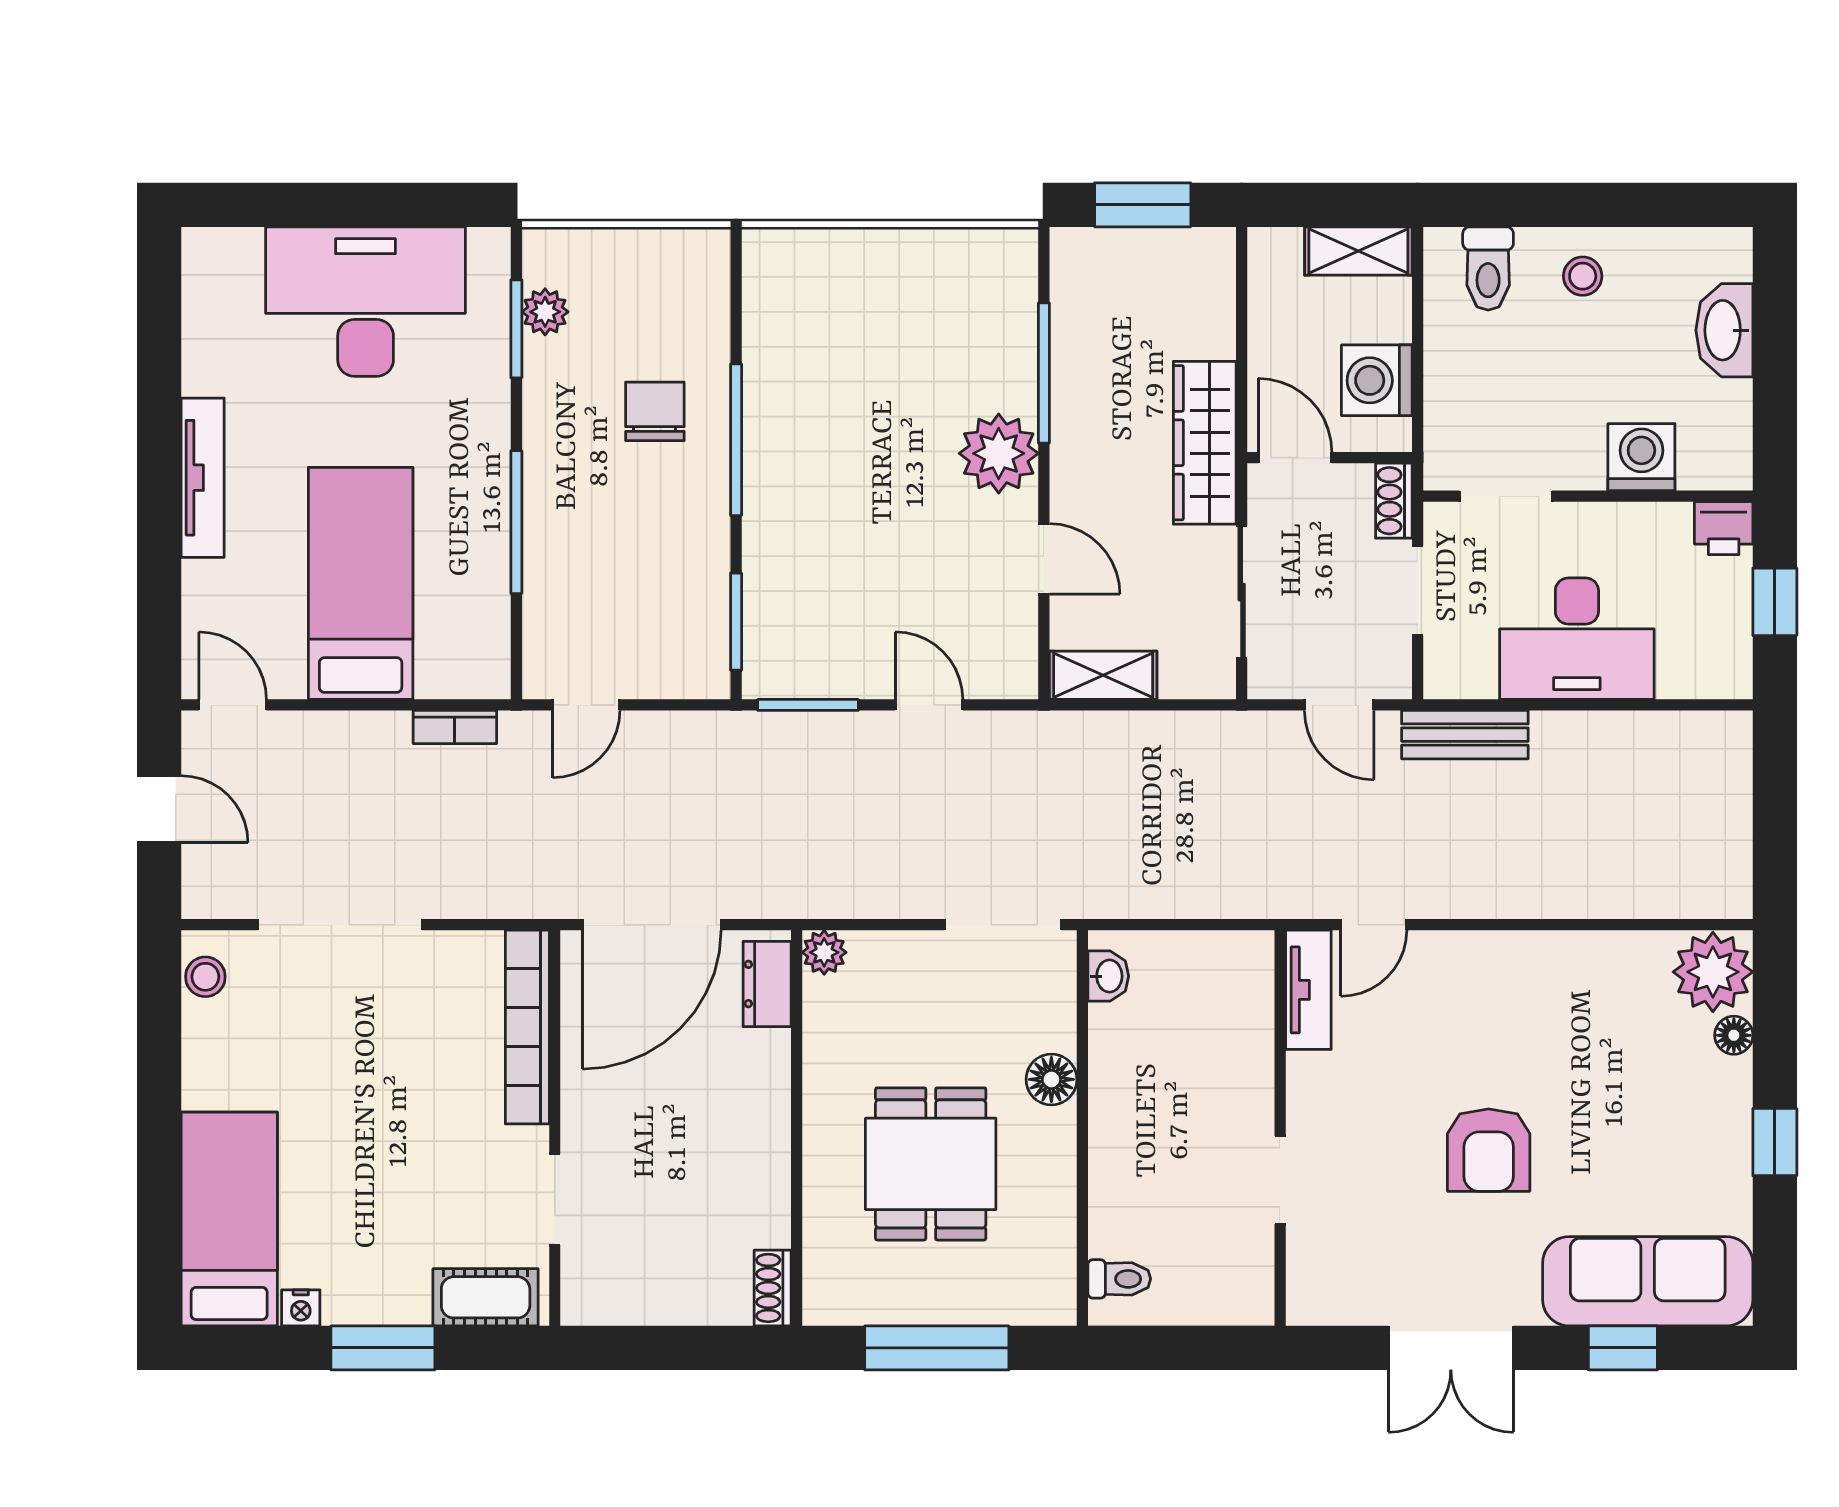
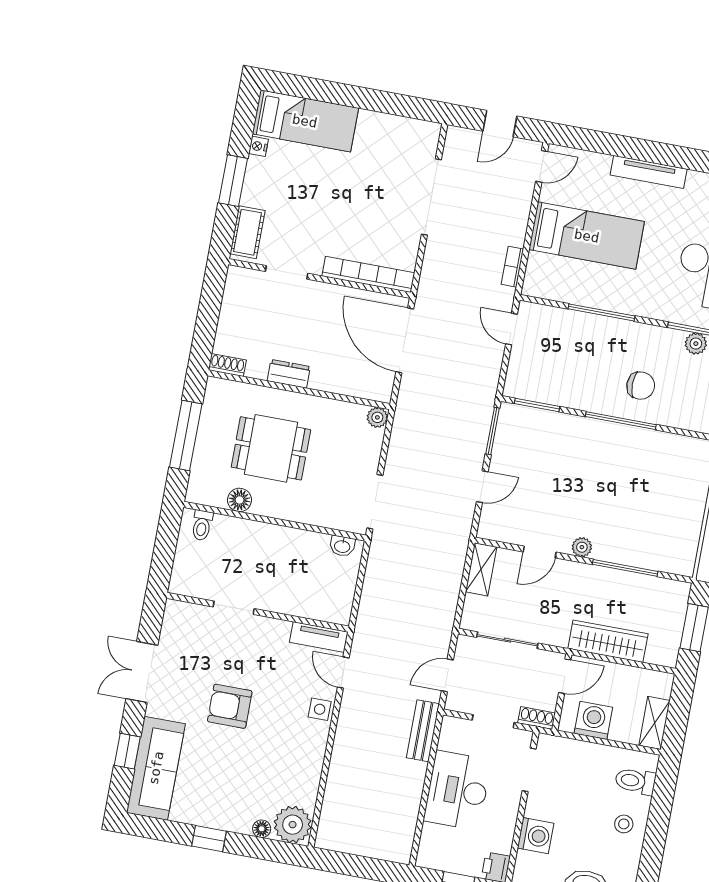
wardrobe: (1205, 443) -> (608, 641), moved
plant: (999, 453) -> (582, 547), width x0.53, depth x0.53
side table: (1460, 960) -> (320, 709), added
stool: (205, 977) -> (419, 131), removed
dresser: (767, 984) -> (289, 374), moved
floor lamp: (1051, 1079) -> (240, 500), moved

